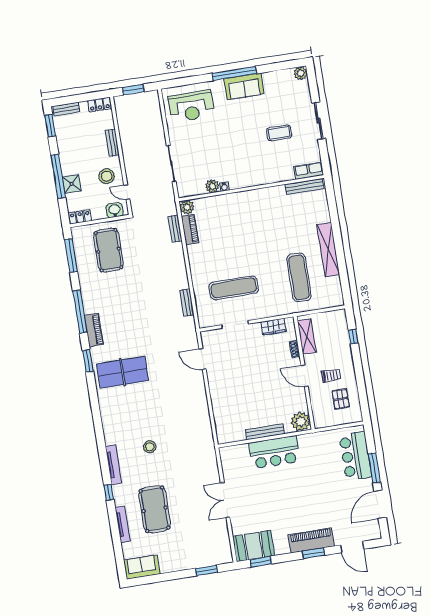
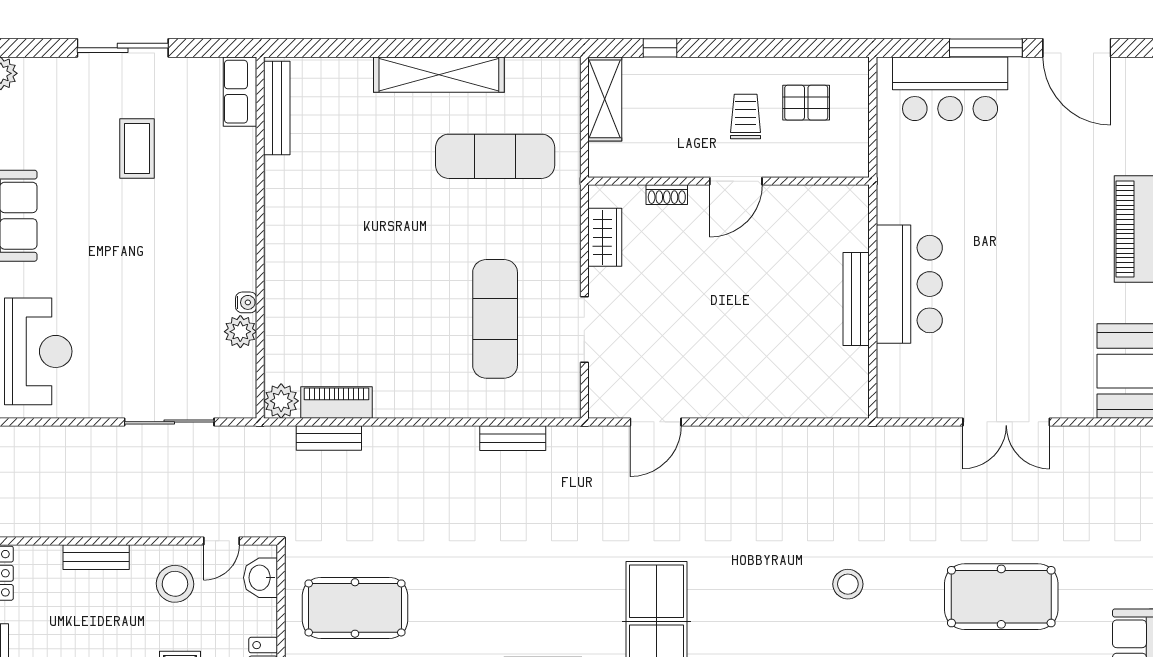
shelving: (307, 336) -> (605, 99), moved, turned 90
plant: (301, 422) -> (846, 208), removed

